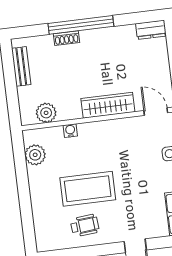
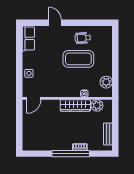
dresser: (151, 30) -> (31, 146), removed
wardrobe: (108, 105) -> (75, 105), moved
door: (156, 112) -> (34, 98), hinge flipped

